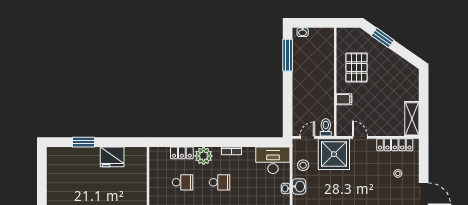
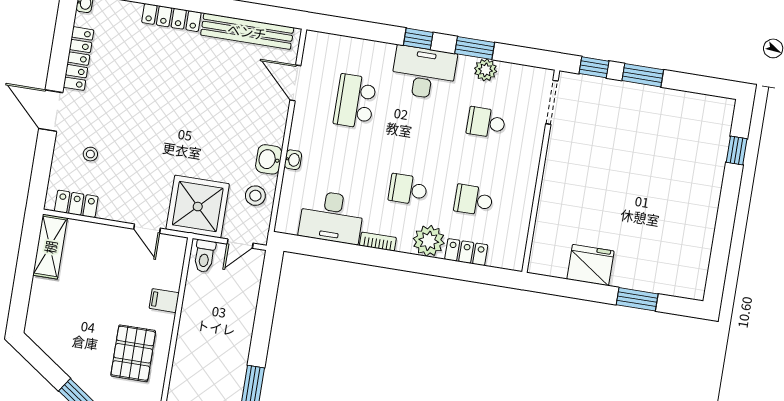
locker: (395, 145) -> (76, 204), width x0.66
desk: (273, 160) -> (332, 217), moved

